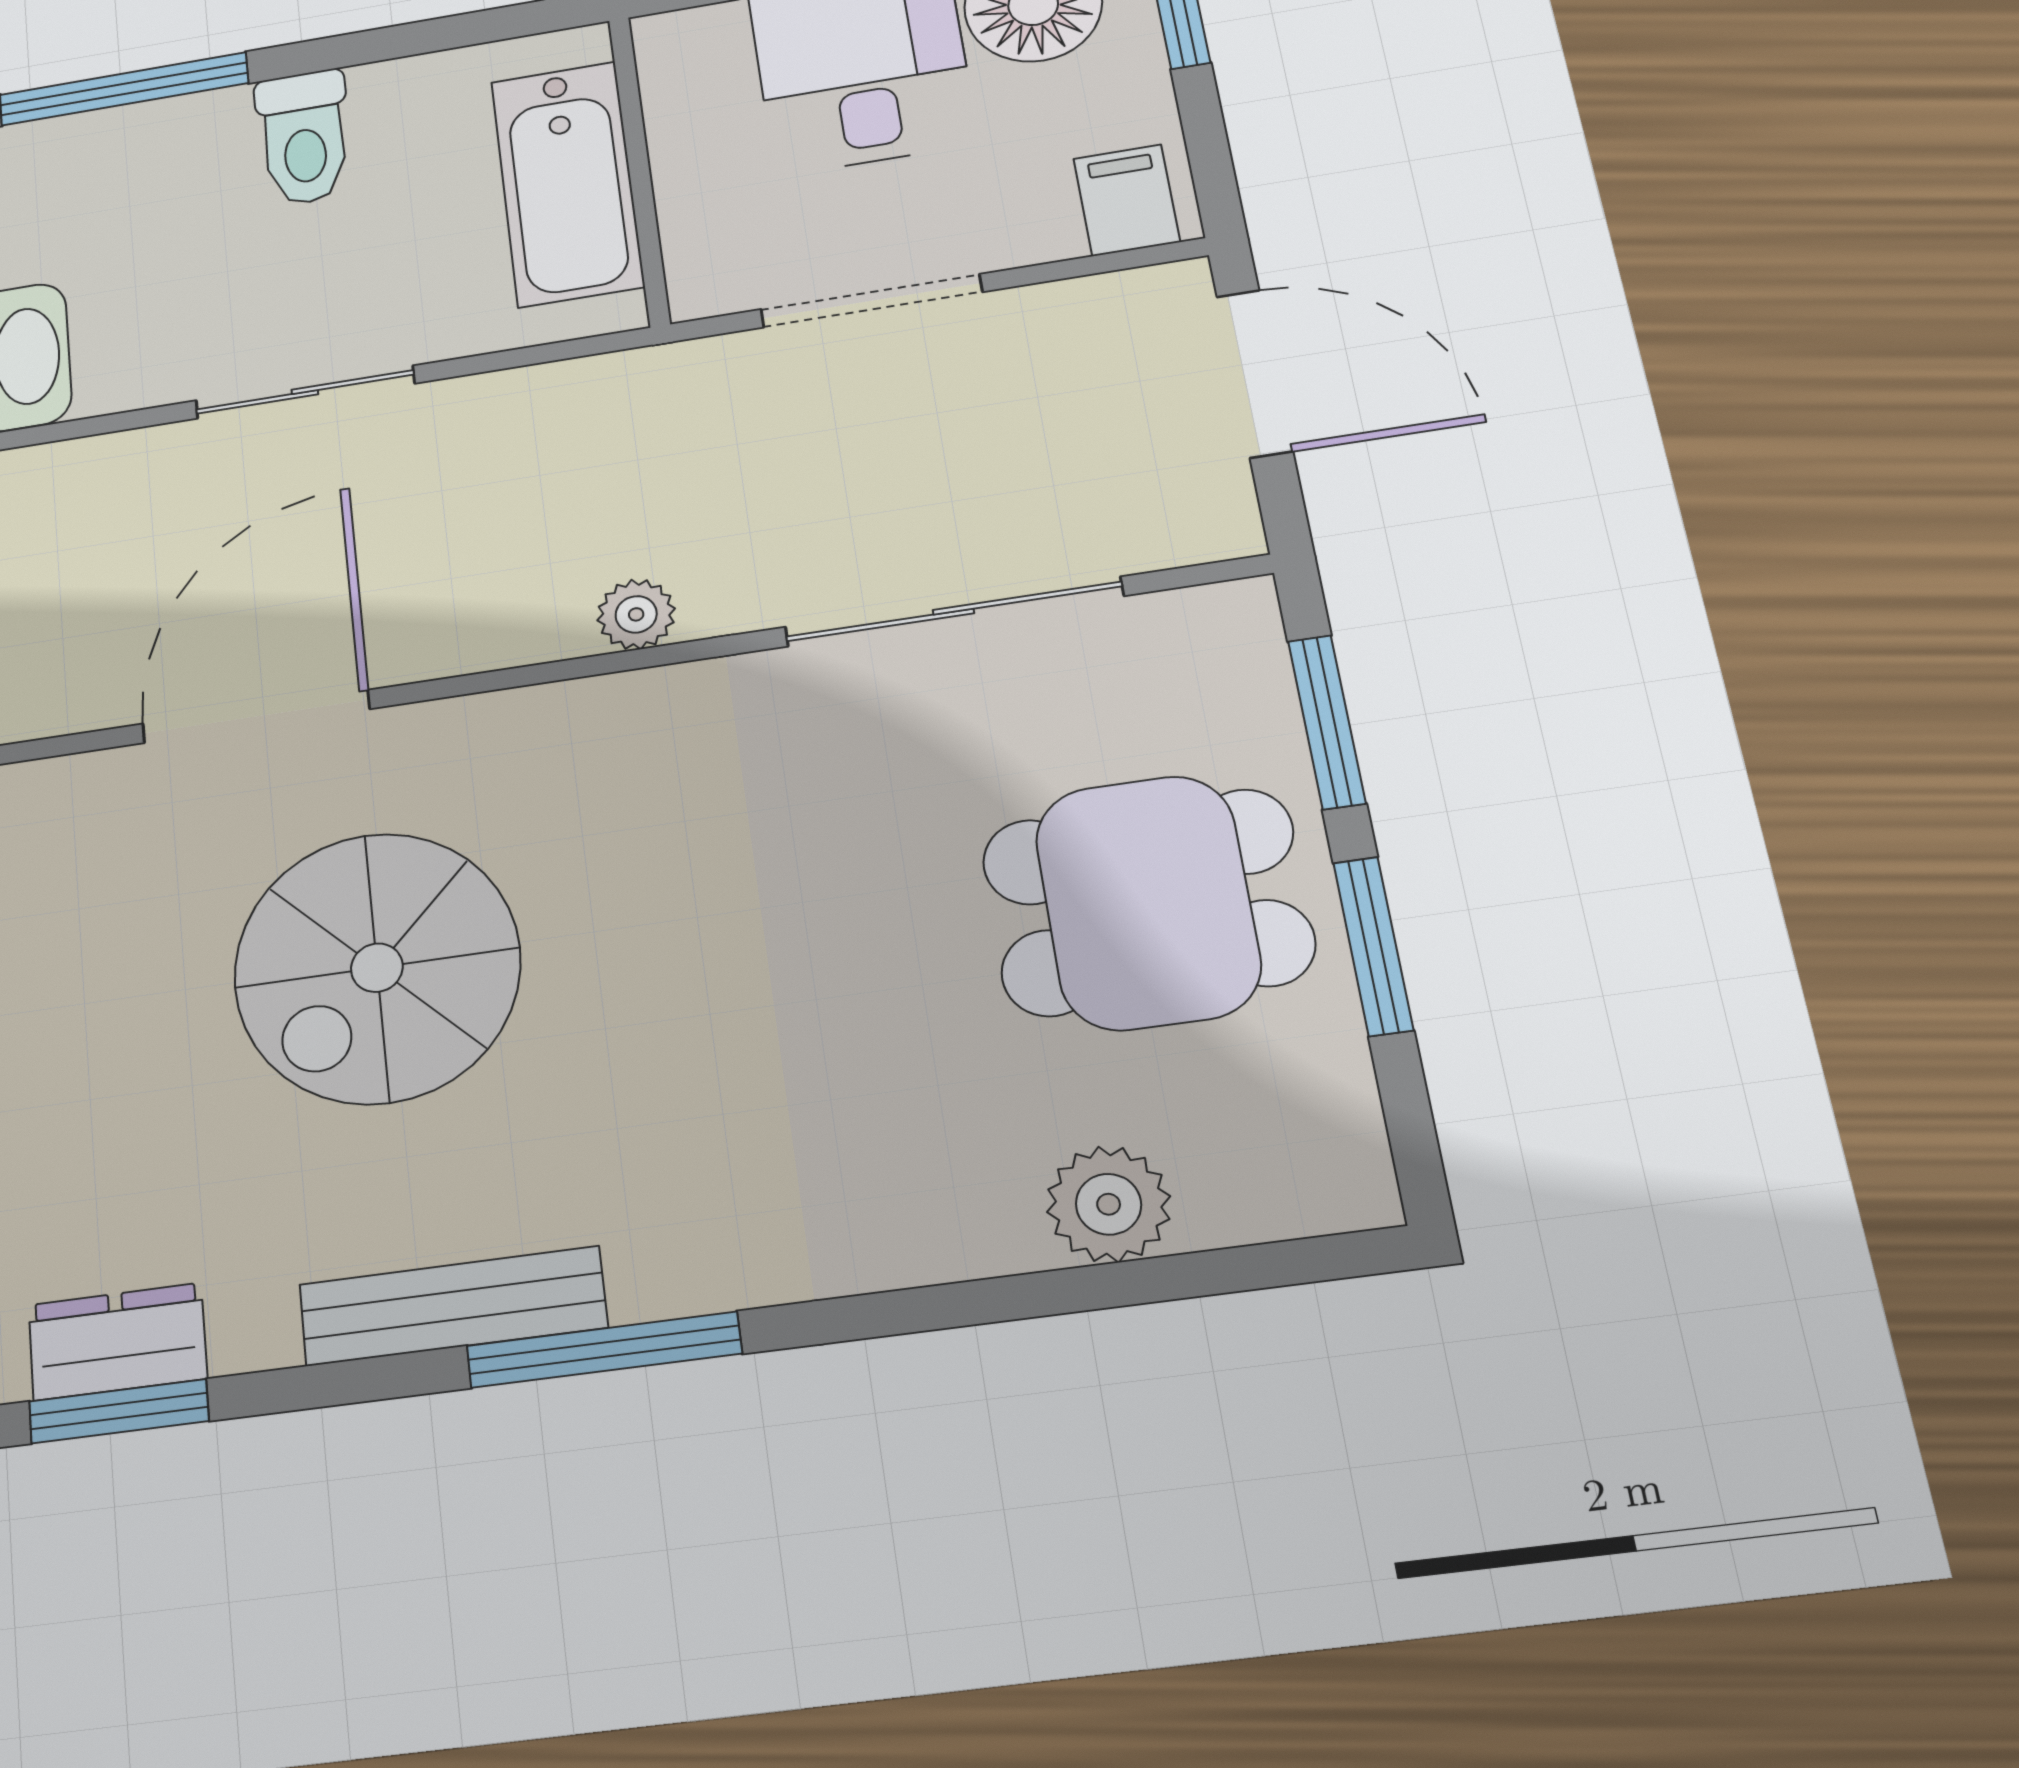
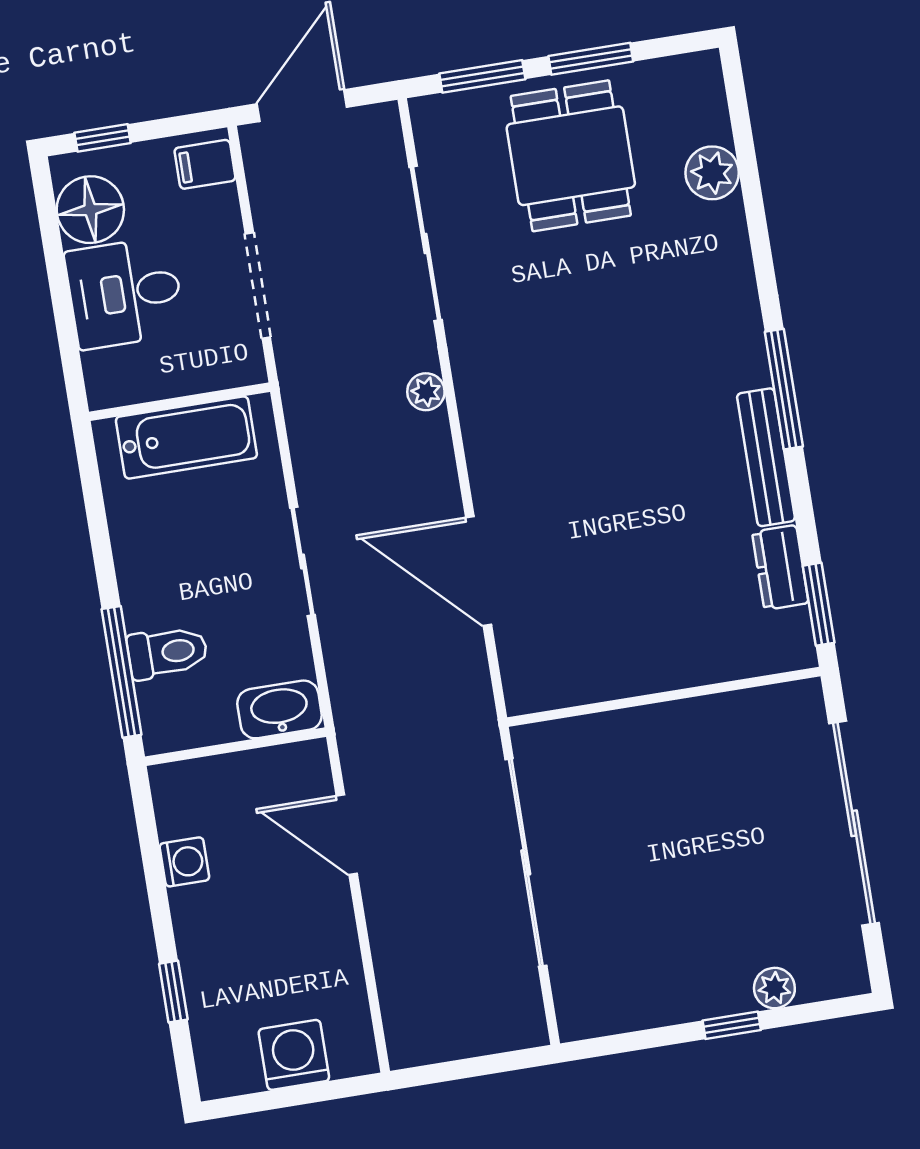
toilet: (304, 138) -> (167, 652), moved
spiral stairs: (377, 968) -> (606, 503), removed
dresser: (118, 1342) -> (780, 568), moved

